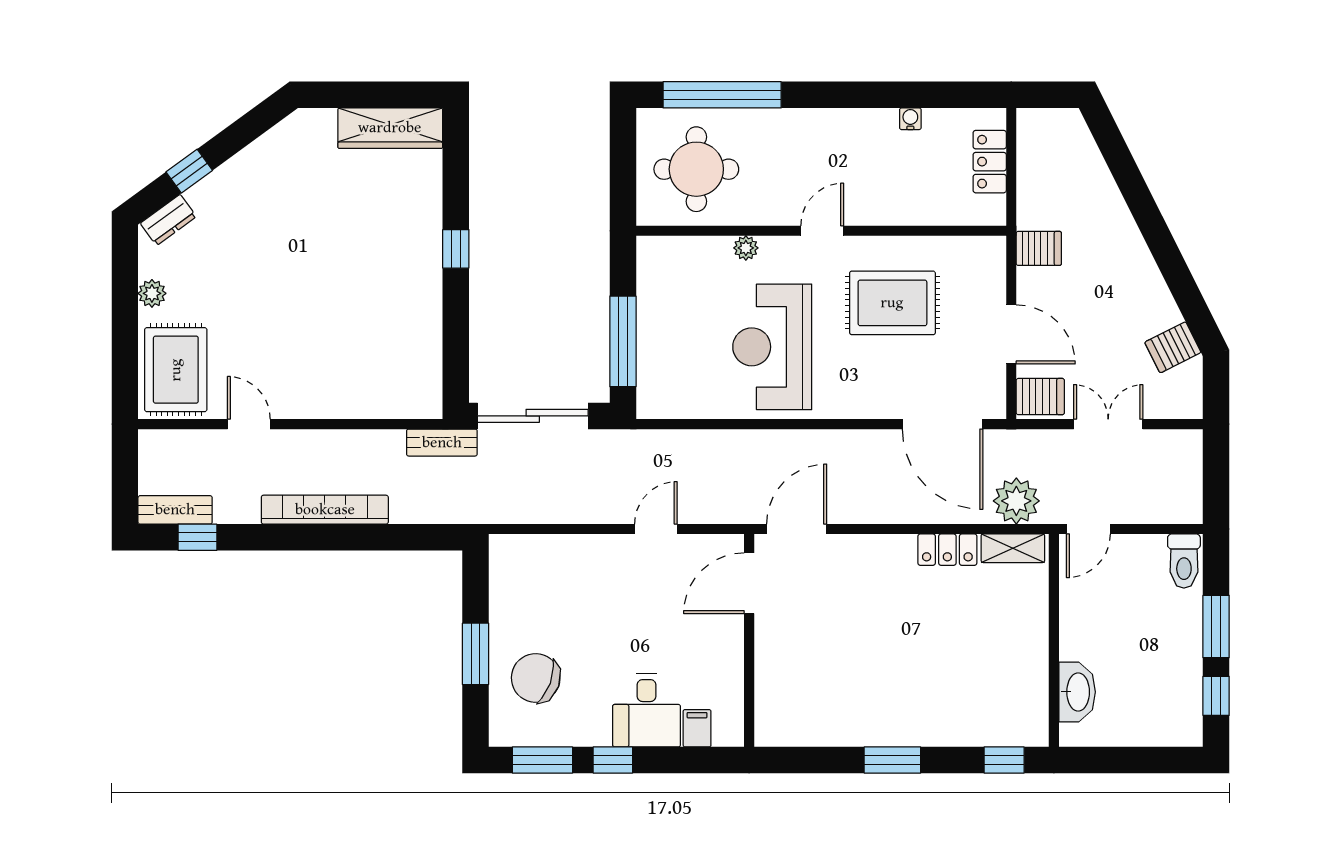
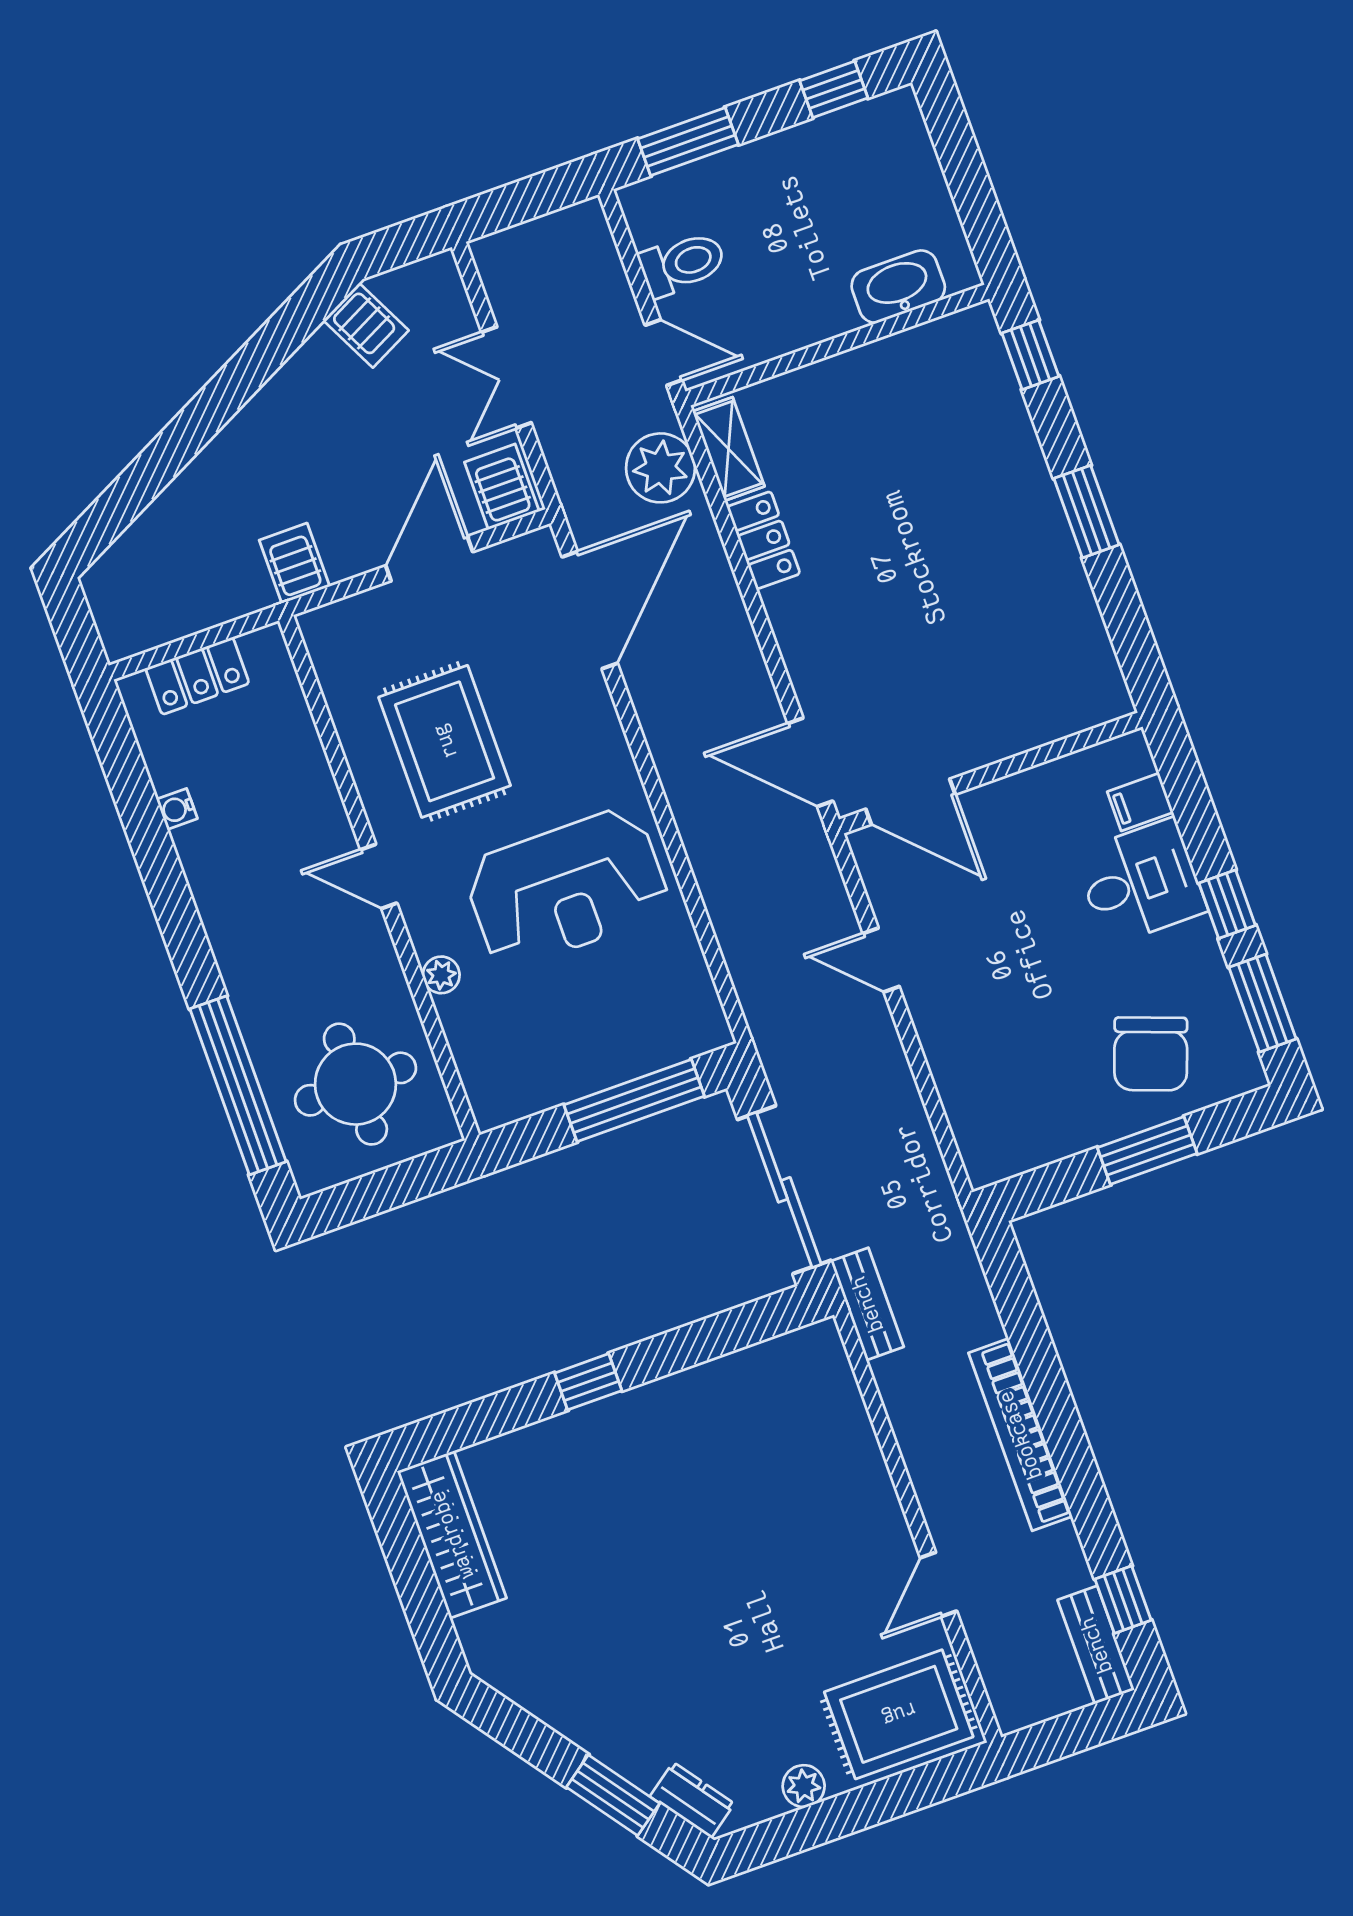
window: (189, 171) -> (613, 1795), width x1.50
toilet: (1184, 561) -> (683, 264), moved
window: (1216, 627) -> (688, 142), moved

